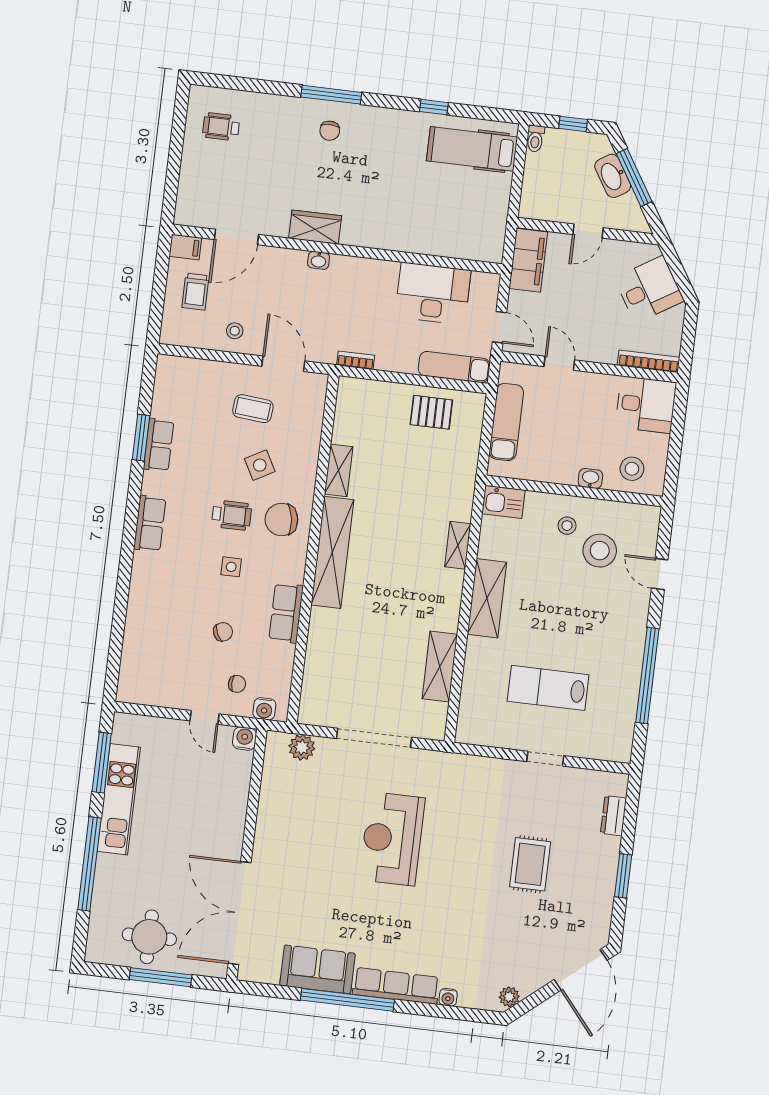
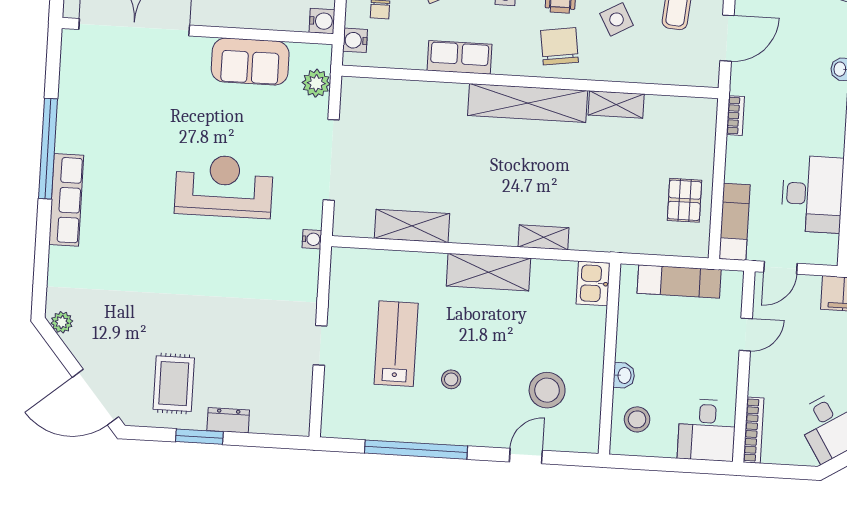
stool: (567, 526) -> (451, 379), moved
dresser: (613, 816) -> (228, 420), moved
rug: (530, 864) -> (174, 384), moved, turned 90
sofa: (317, 969) -> (250, 62), moved, turned 90
water cooler: (448, 997) -> (312, 239), moved, turned 180

